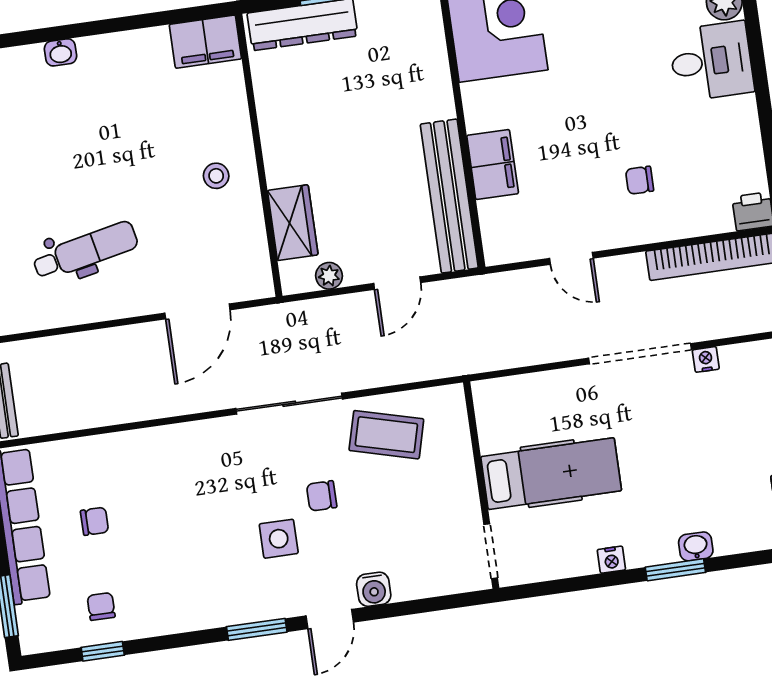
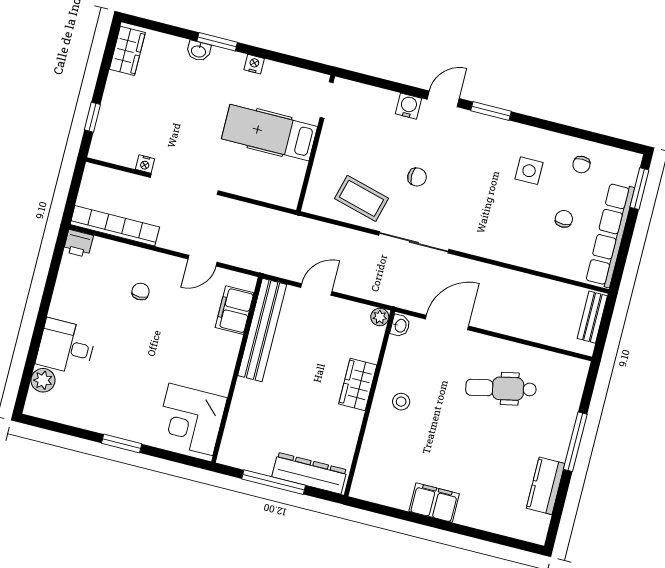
filing cabinet: (205, 42) -> (434, 503), moved
washbasin: (60, 52) -> (400, 326), moved, turned 90
filing cabinet: (493, 164) -> (235, 310), moved
chair: (640, 180) -> (141, 292), turned -90
wardrobe: (293, 223) -> (358, 384), moved
door: (571, 258) -> (202, 261), swing flipped
plant: (329, 276) -> (380, 317), moved
chair: (95, 521) -> (564, 219), turned 90
side table: (279, 539) -> (529, 171), moved
window: (103, 651) -> (592, 136), removed

